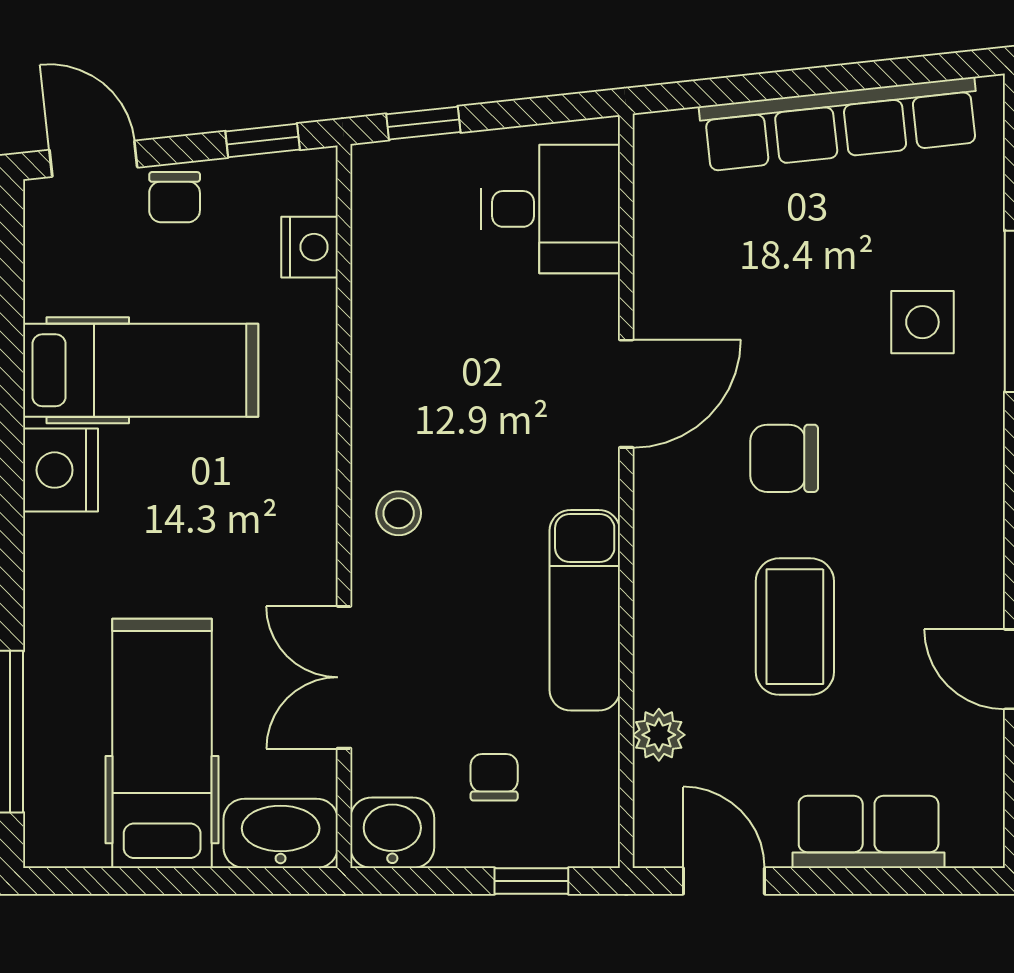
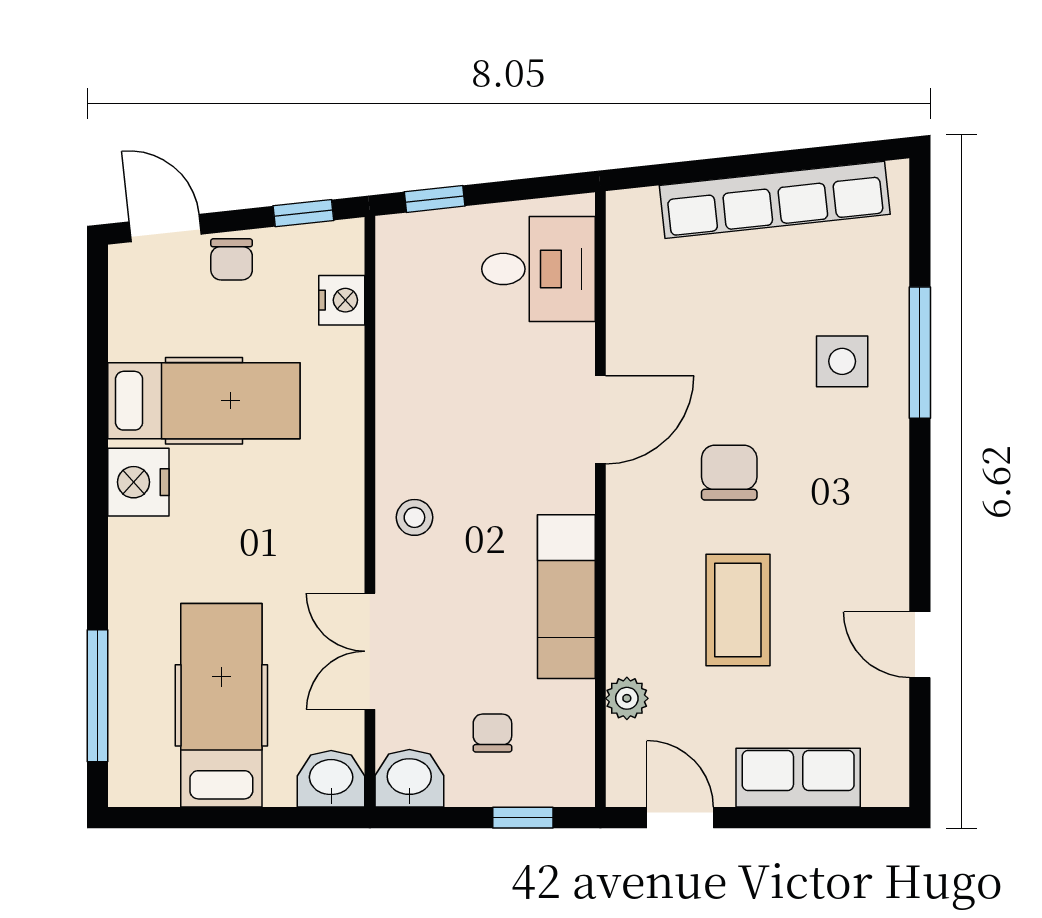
chair: (784, 458) -> (729, 473), turned 90
washbasin: (281, 833) -> (331, 779), width x0.72

